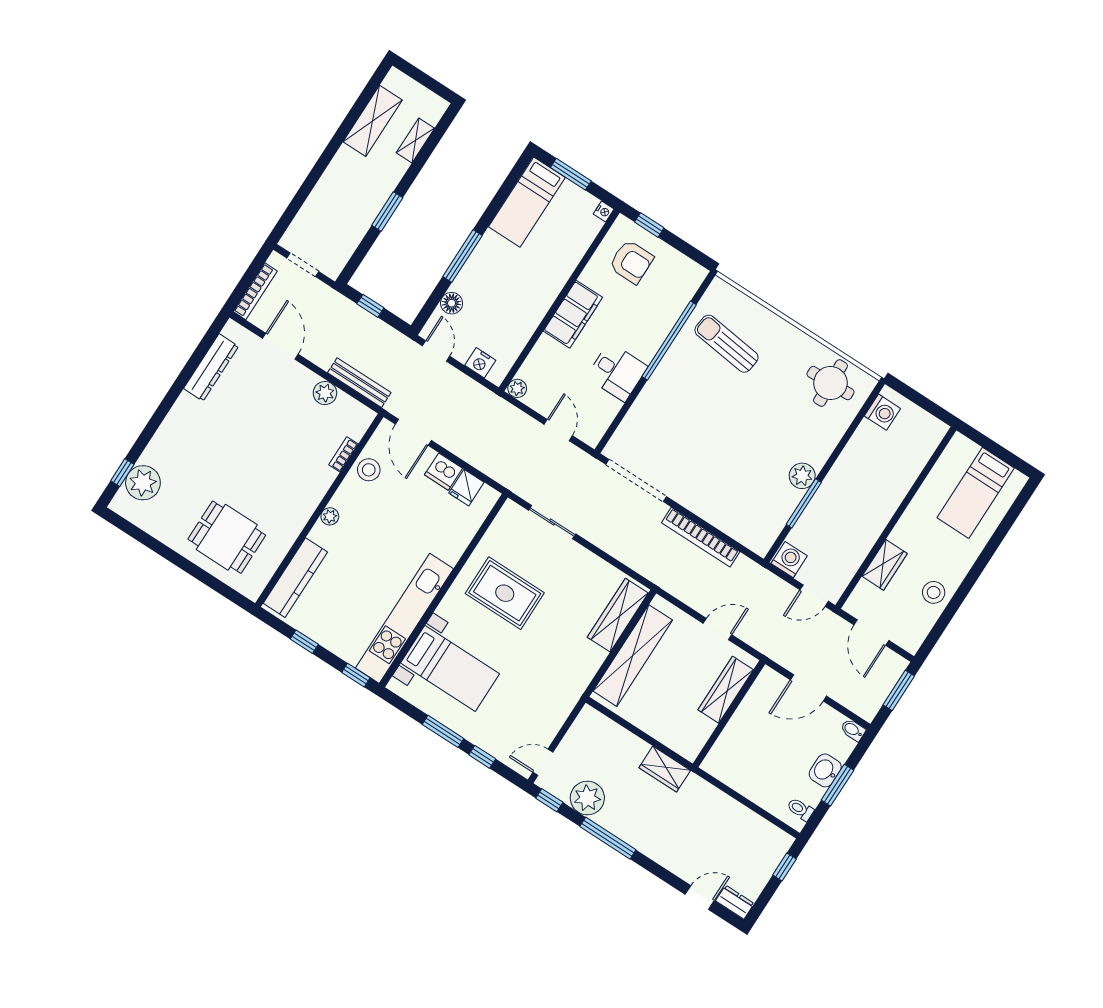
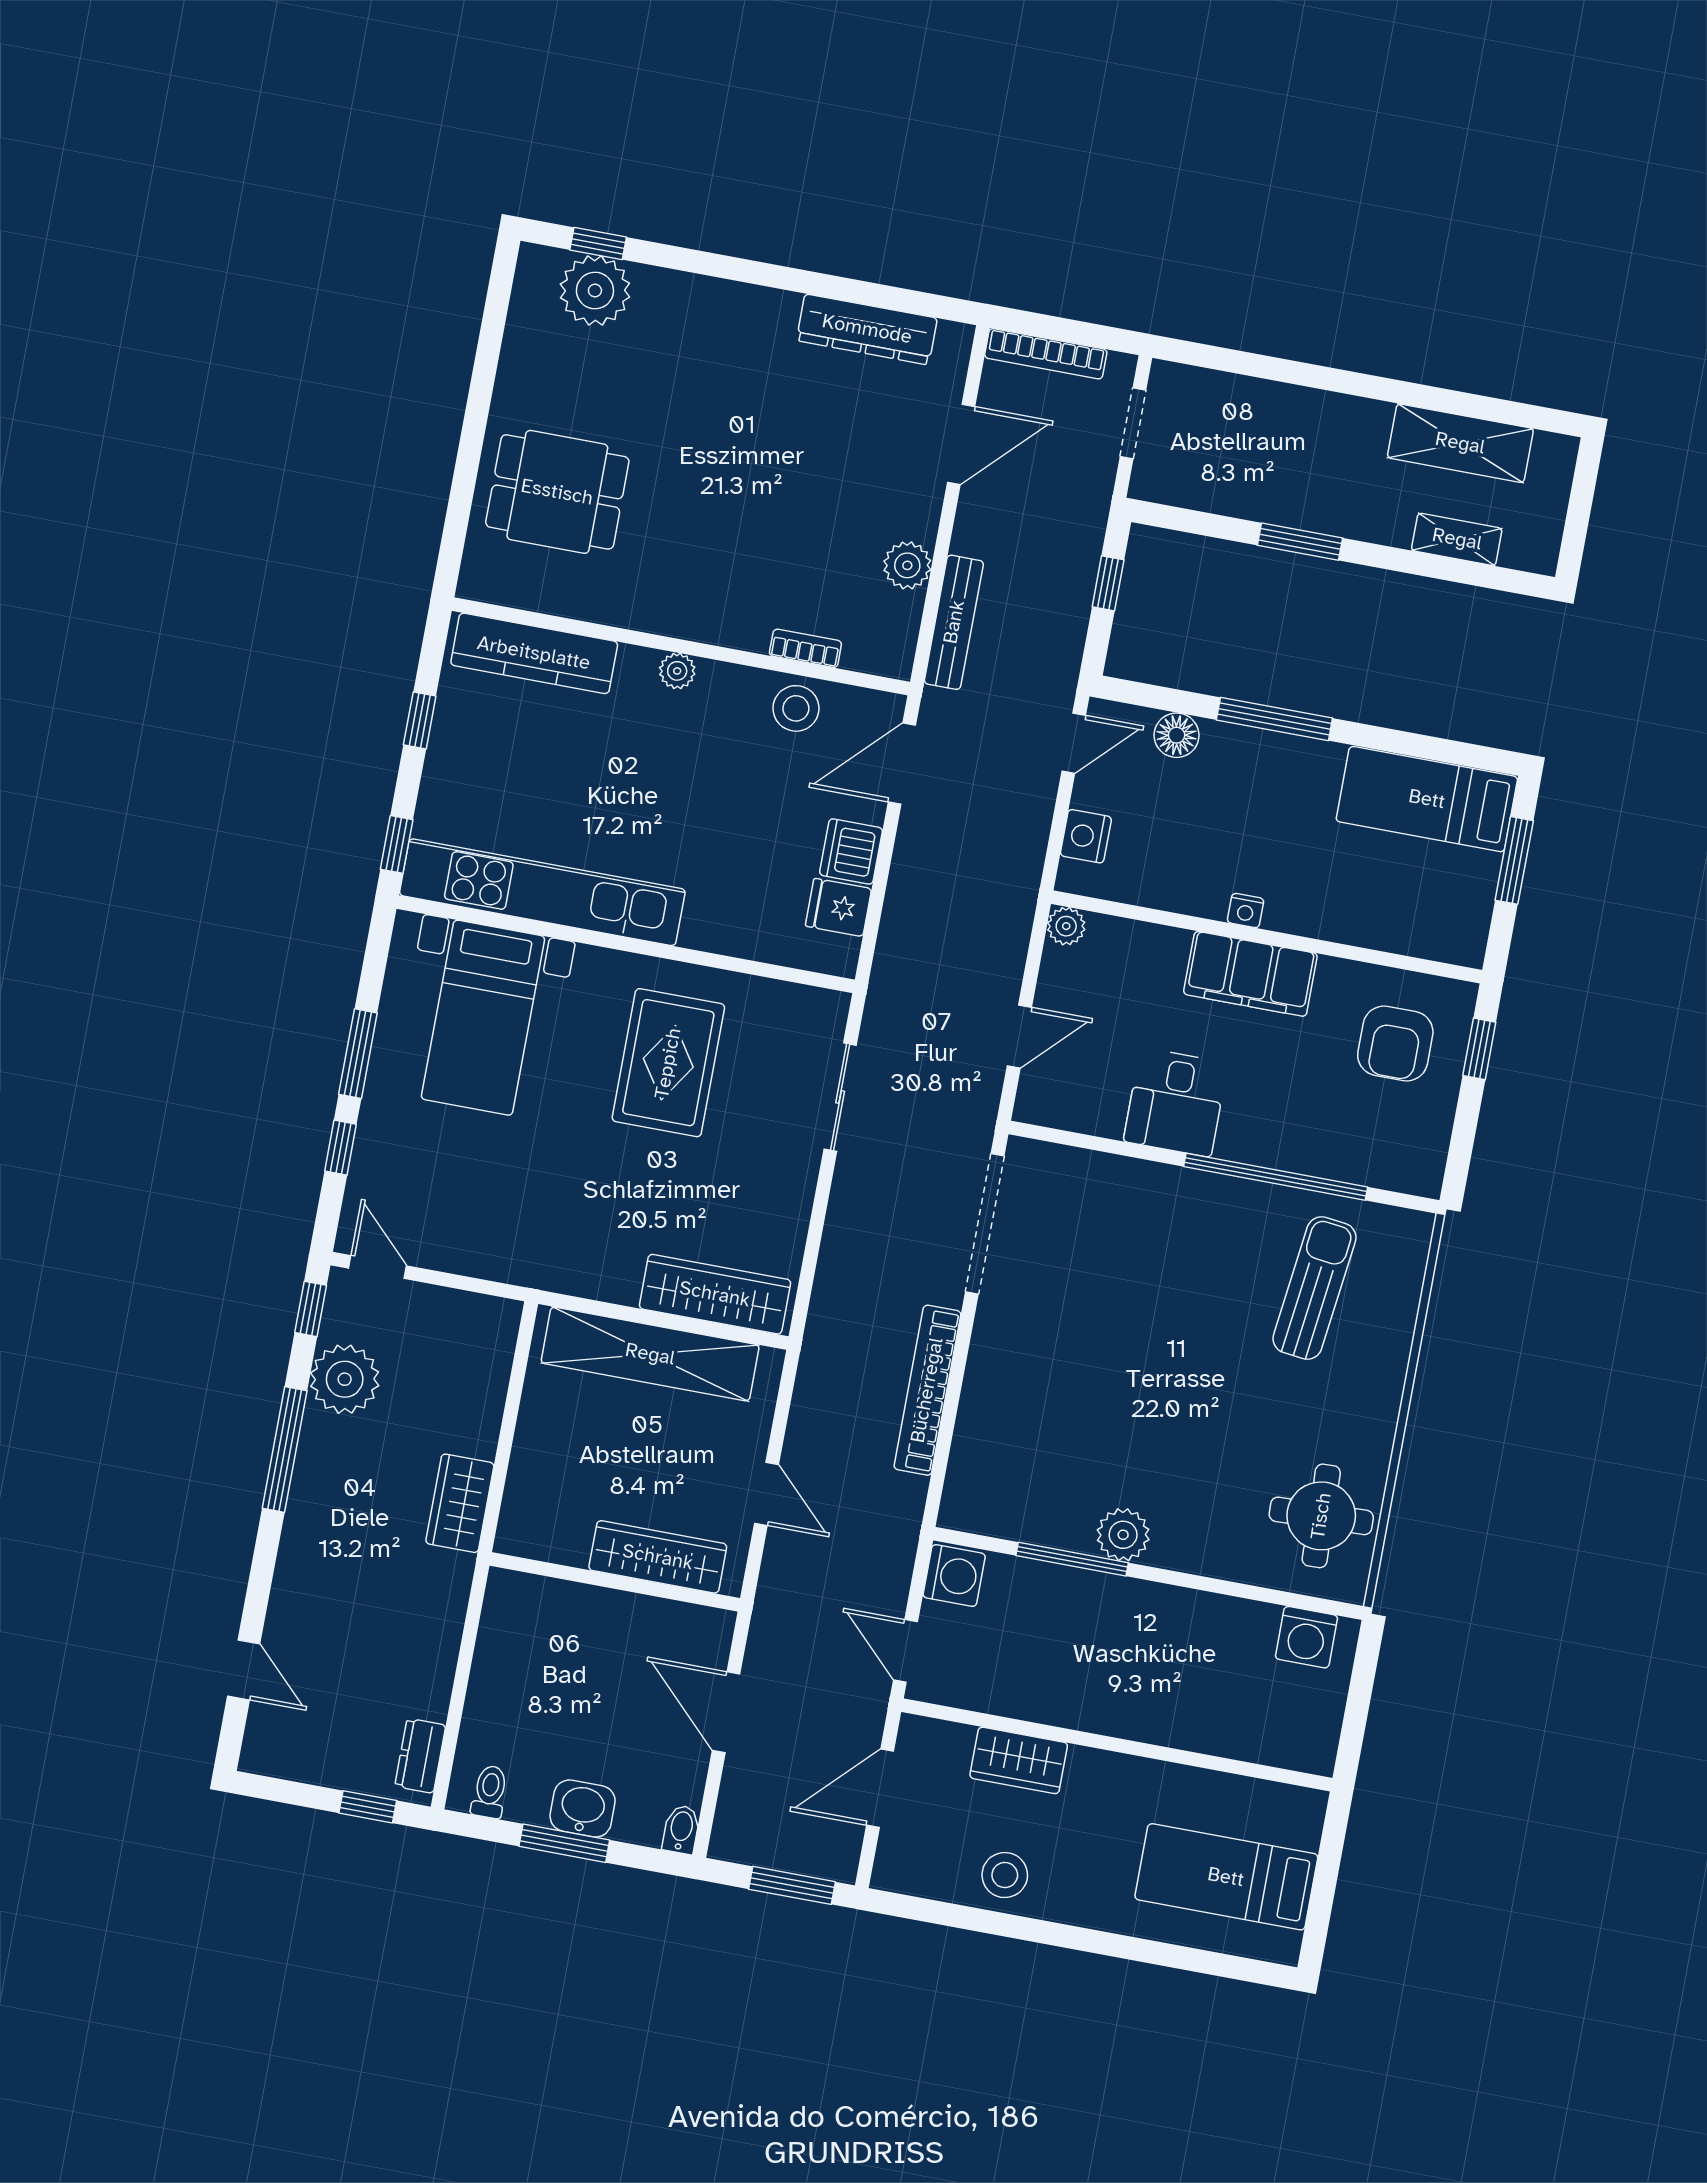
nightstand: (604, 211) -> (1246, 911), moved
dining table: (227, 537) -> (557, 492), turned 90
dresser: (735, 902) -> (420, 1756), moved, turned 180

